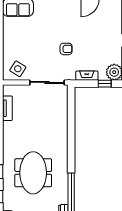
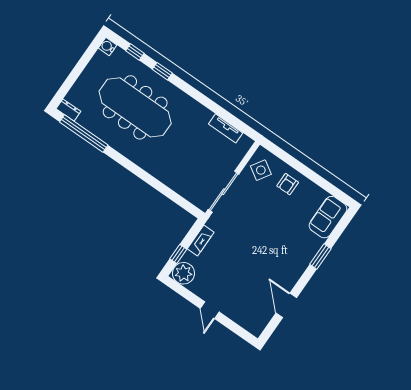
armchair: (66, 49) -> (288, 184), moved
meeting table: (33, 173) -> (135, 107), width x1.36

